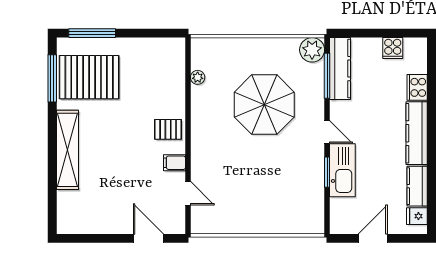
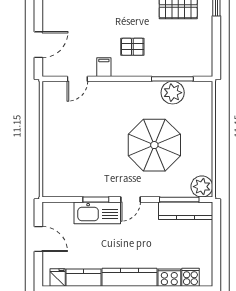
cooker: (393, 48) -> (190, 277), moved, turned 90
plant: (198, 77) -> (173, 93), width x1.87, depth x1.87
window: (188, 84) -> (172, 79), added
pallet: (168, 129) -> (132, 47), moved, turned 90

